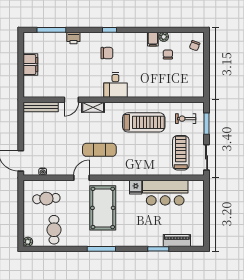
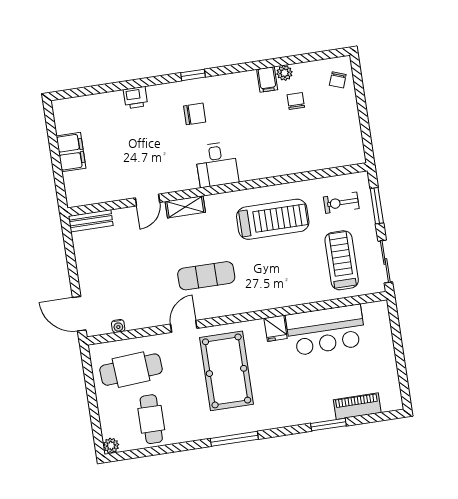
window: (51, 30) -> (97, 89), removed
bench: (41, 107) -> (91, 221), width x0.73
cafe table: (46, 199) -> (131, 370), width x1.37, depth x1.35

